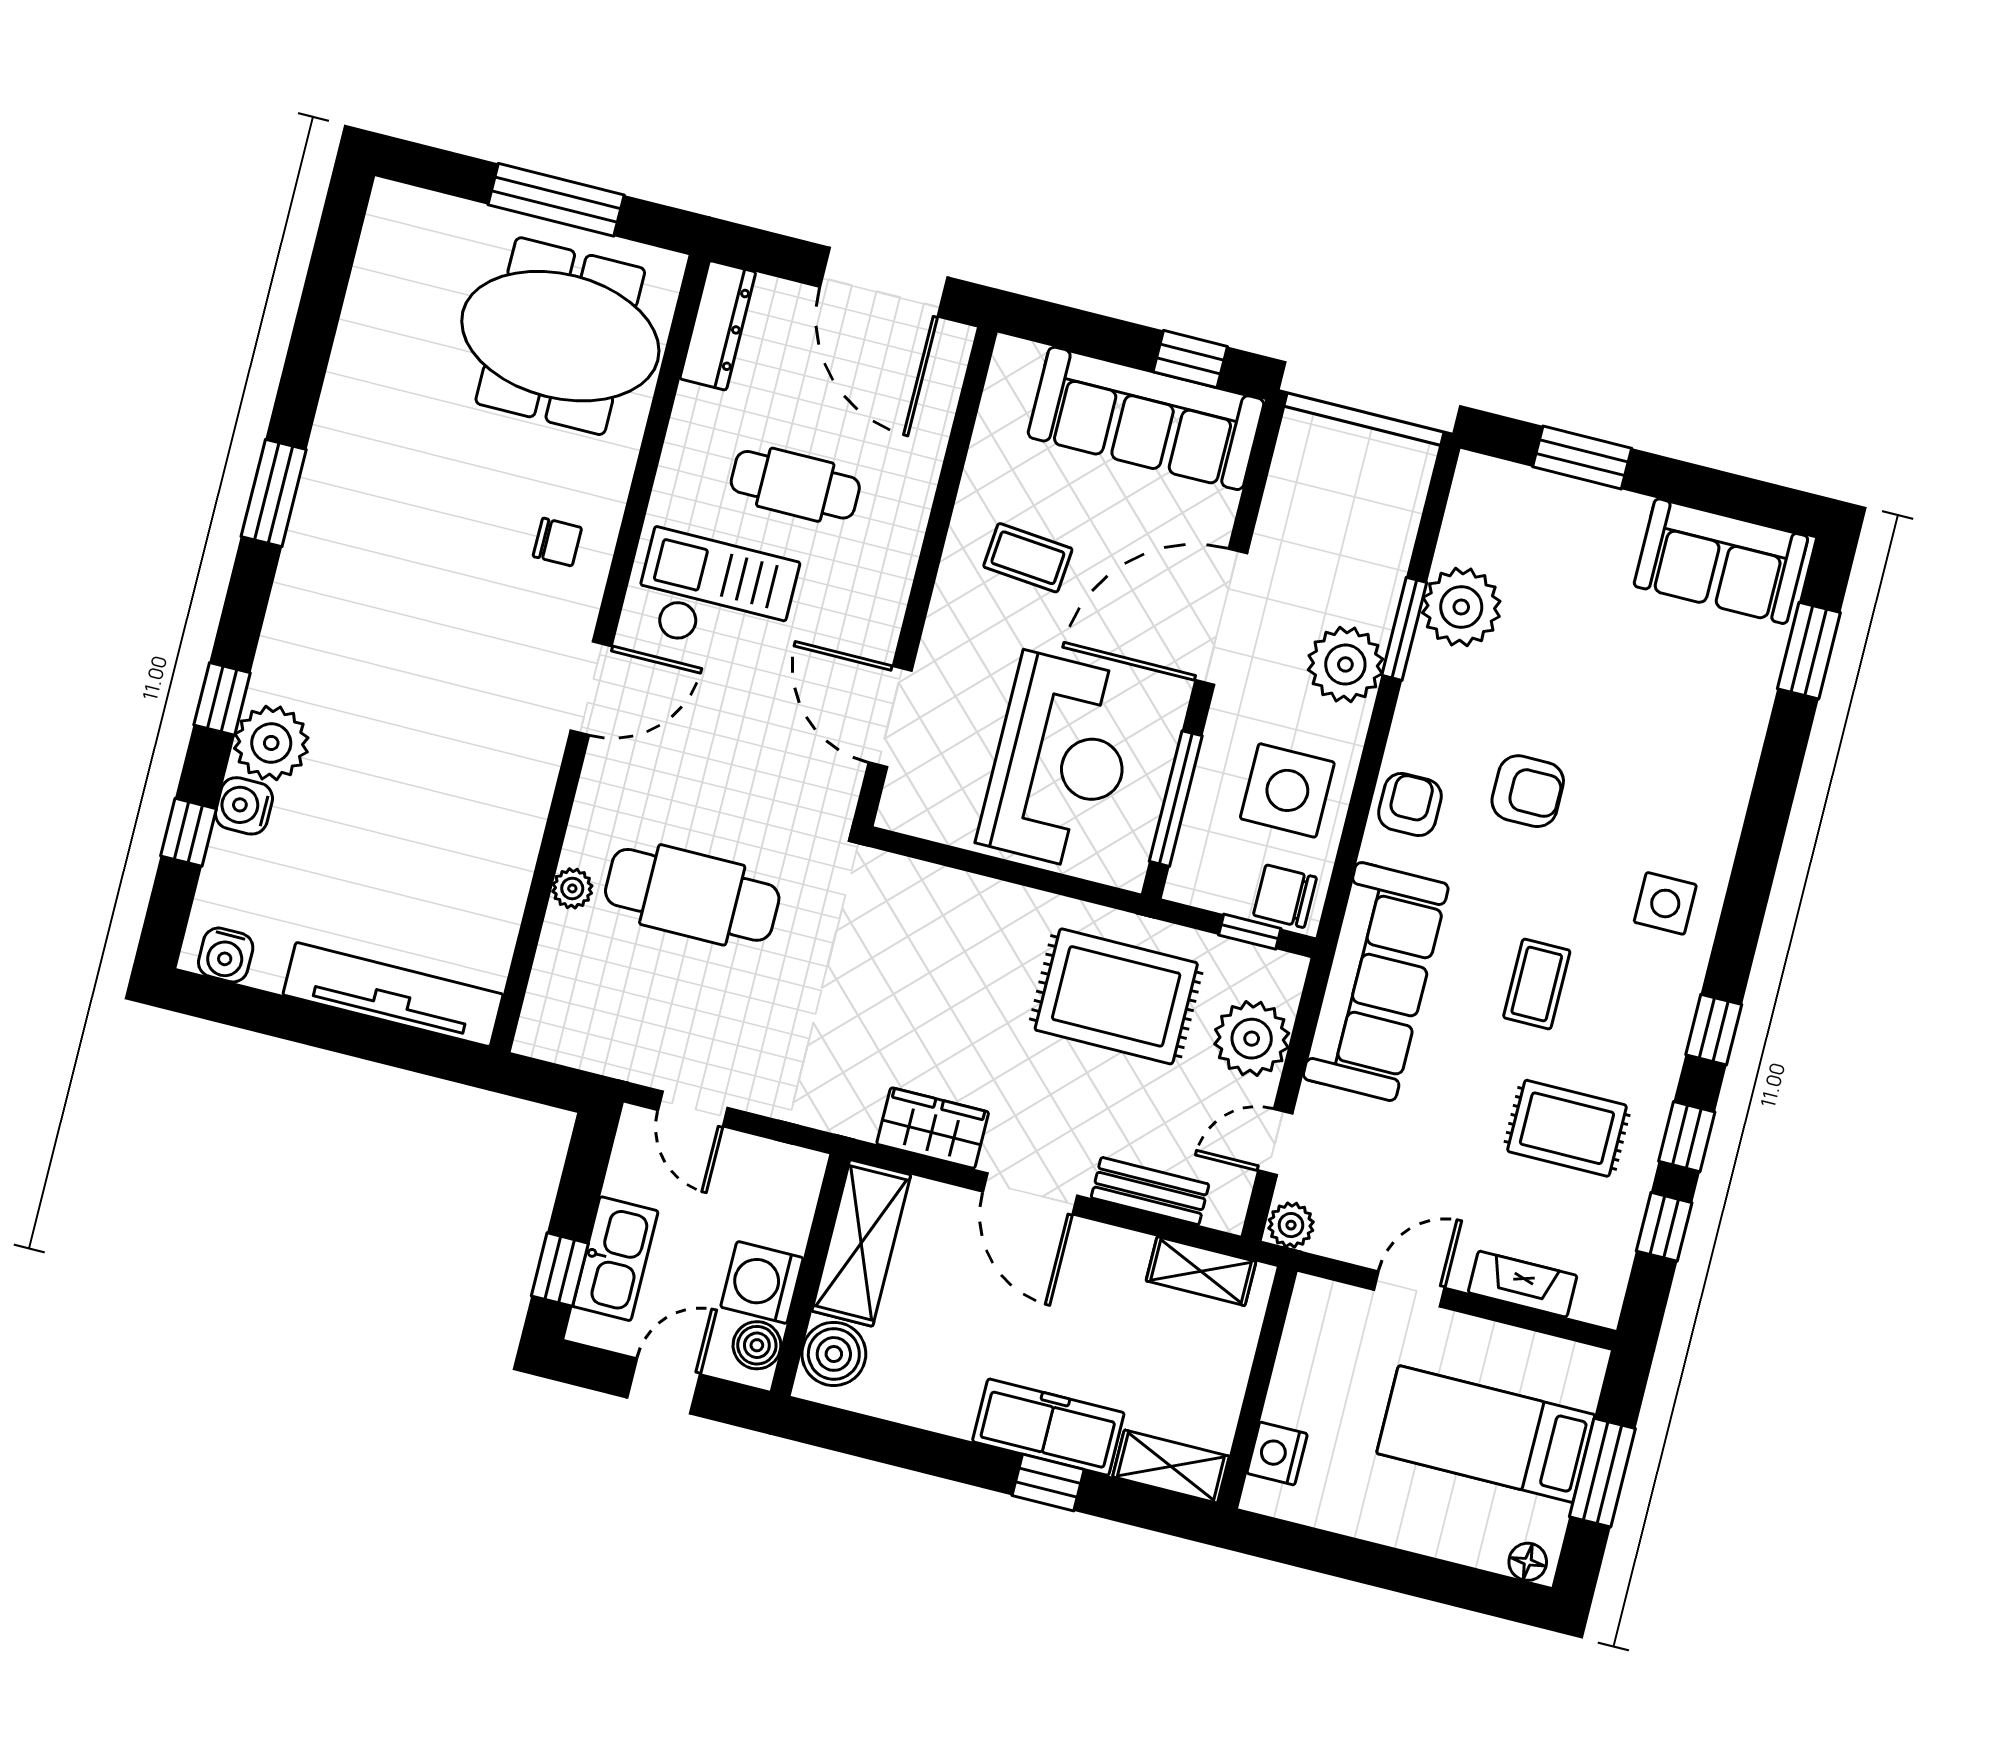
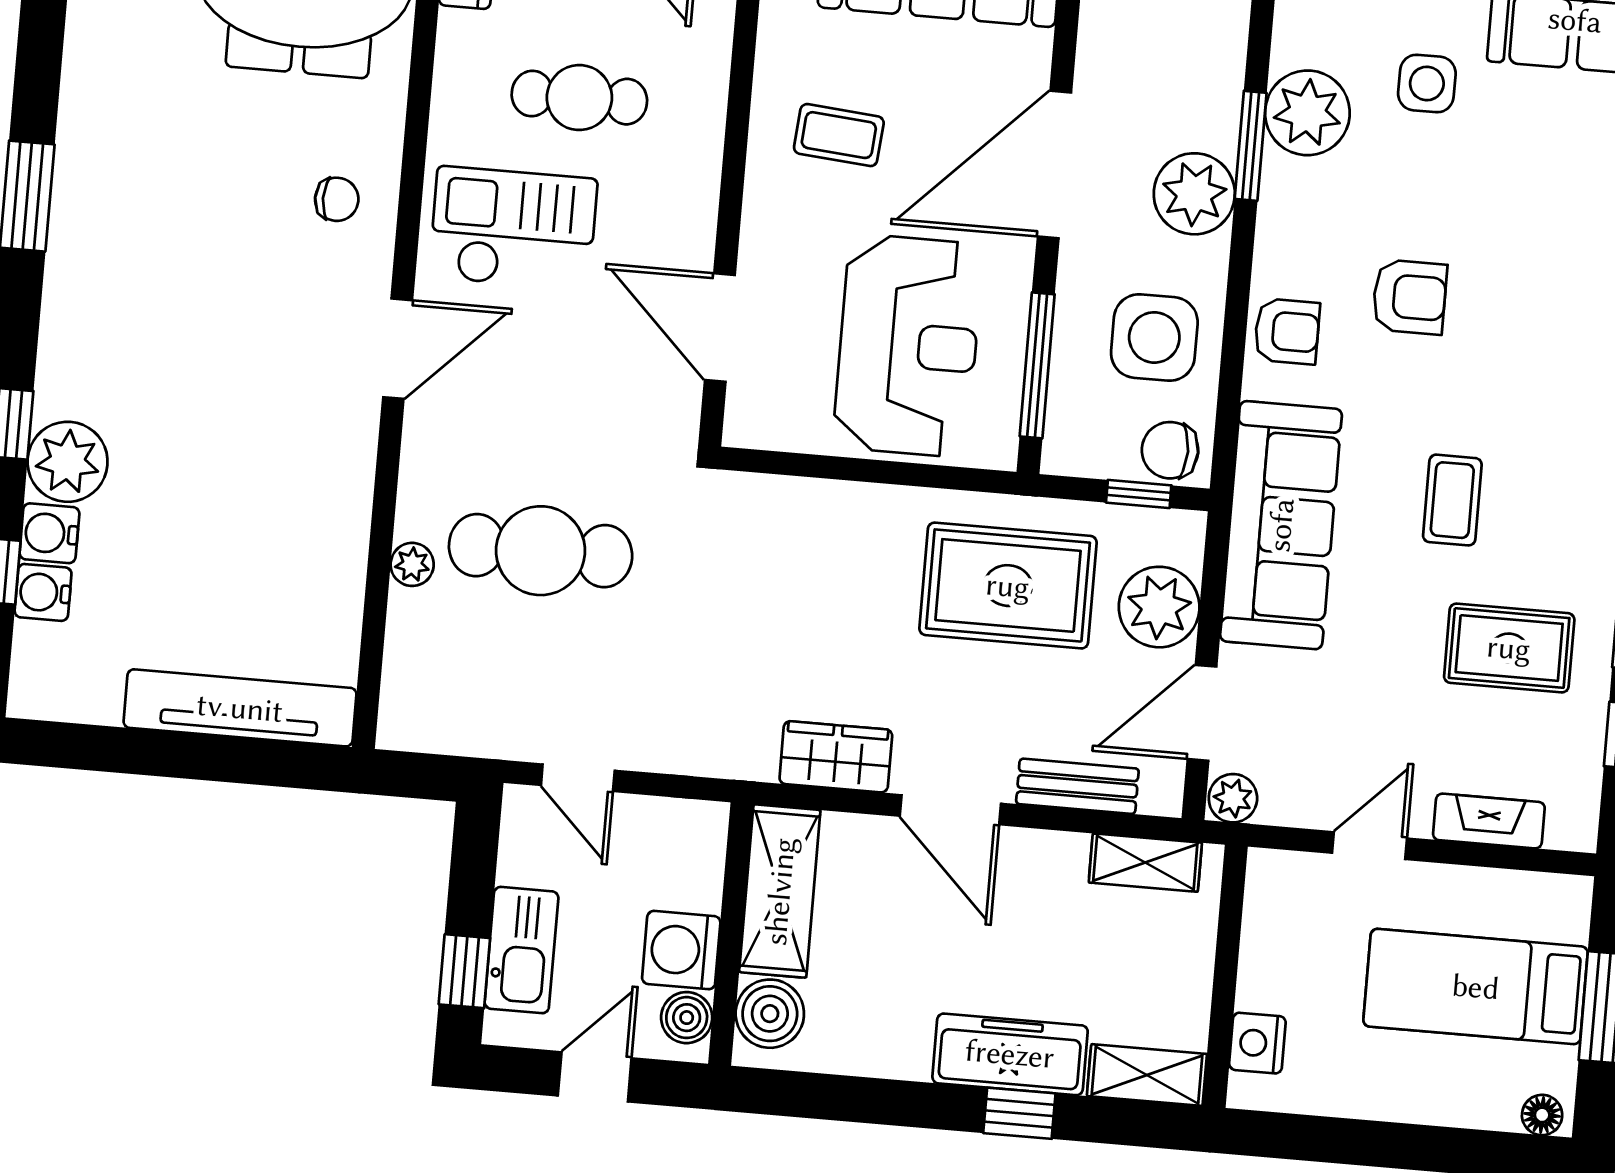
armchair: (1410, 805) -> (1287, 331), turned 90
side table: (1665, 903) -> (1427, 84), moved
water cooler: (226, 955) -> (43, 592), moved, turned 90
door: (1275, 1142) -> (1202, 713), width x1.38

